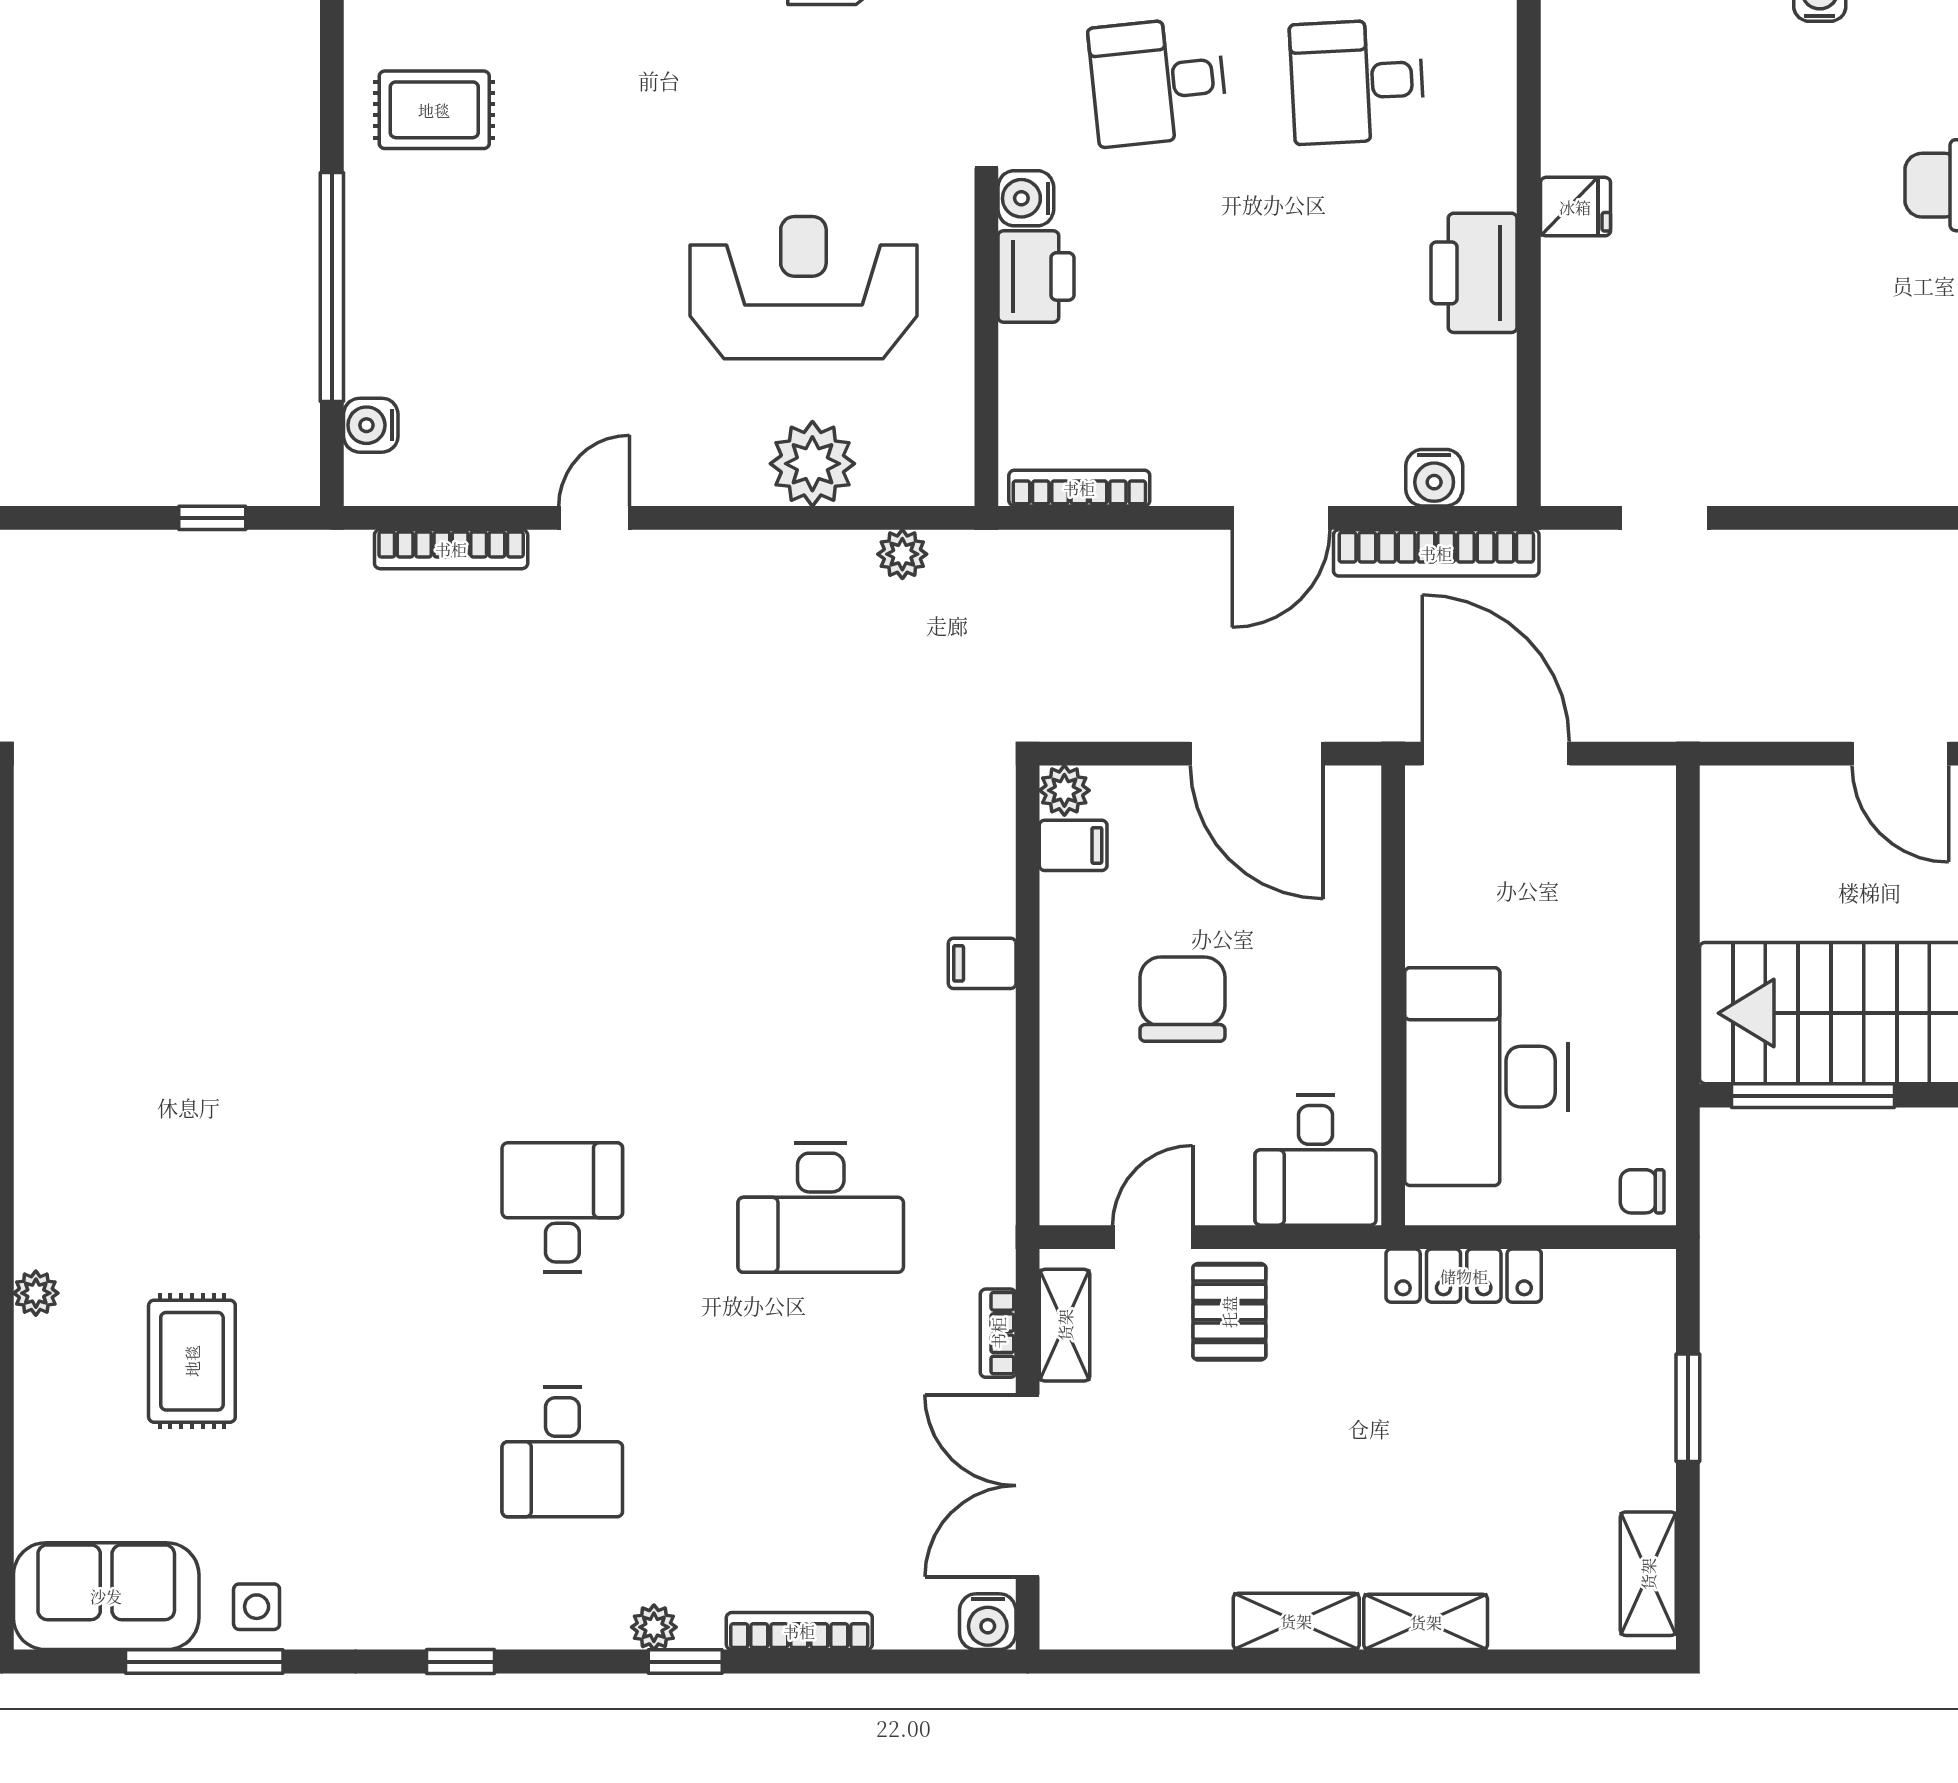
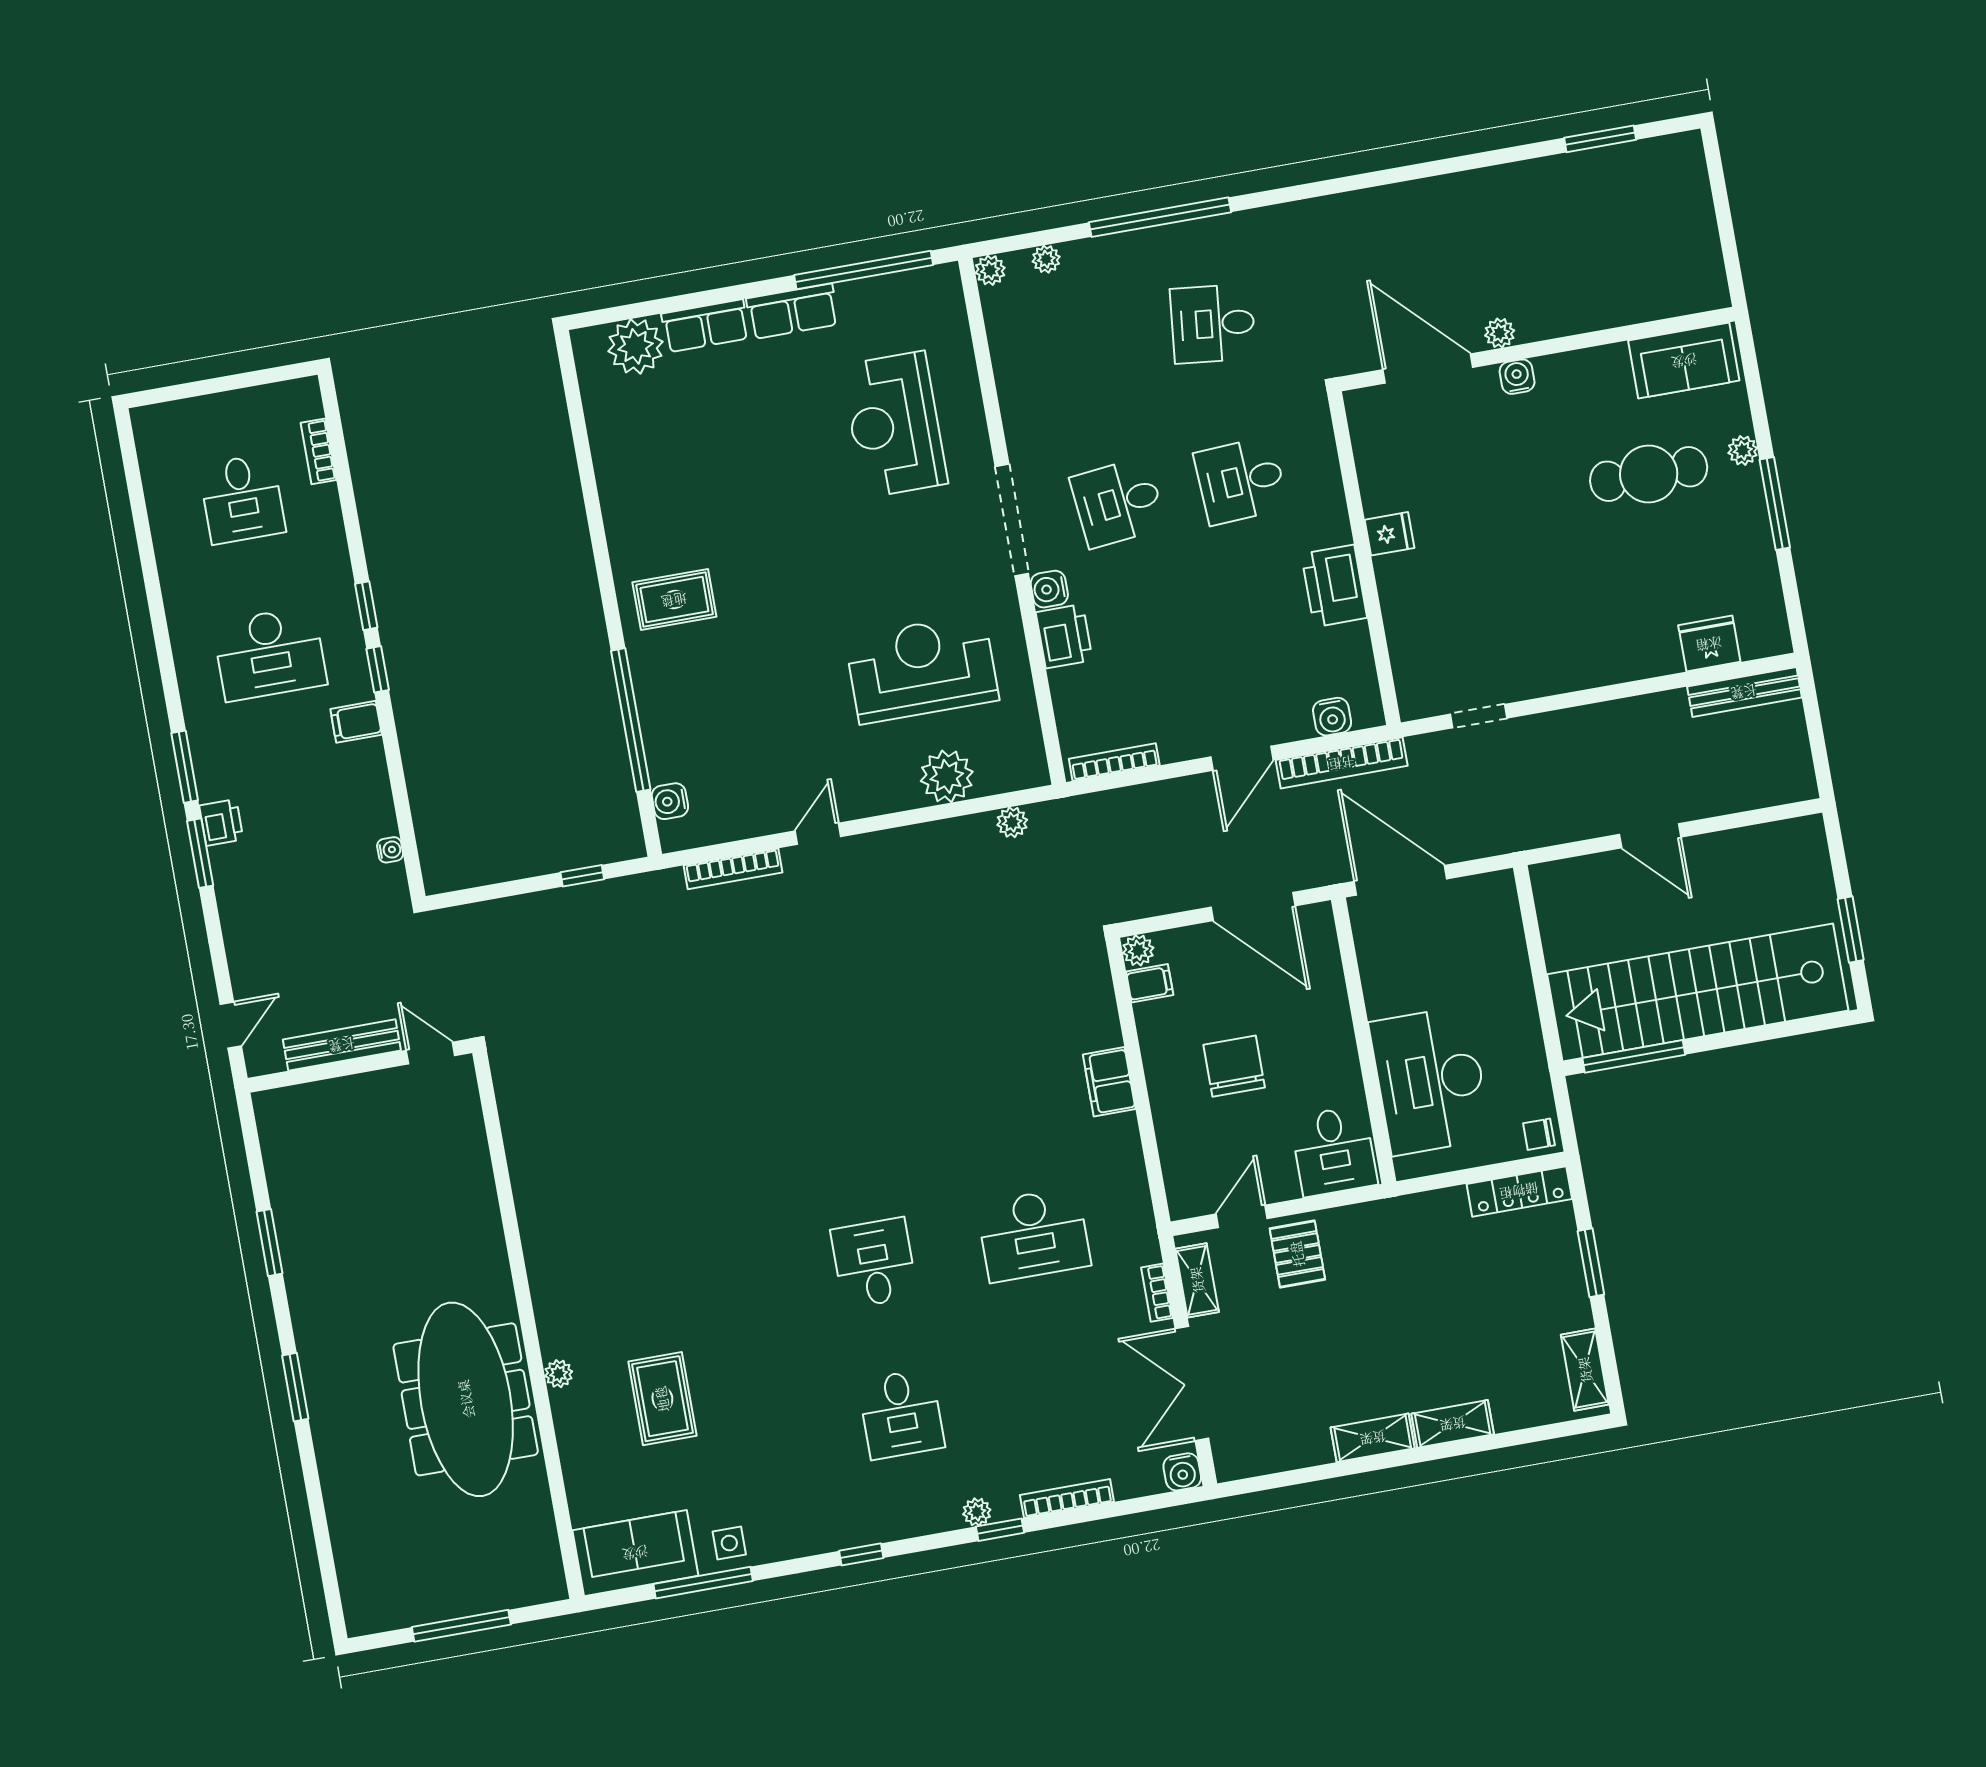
filing cabinet: (982, 963) -> (1109, 1082), width x2.00
locker: (1464, 1276) -> (1519, 1191), moved

